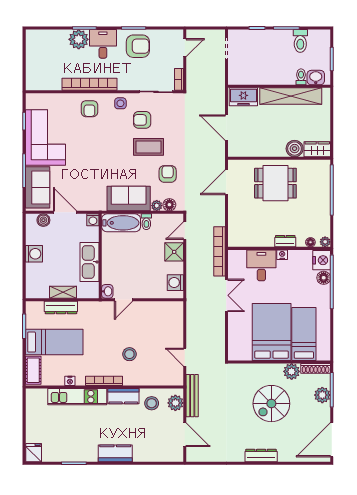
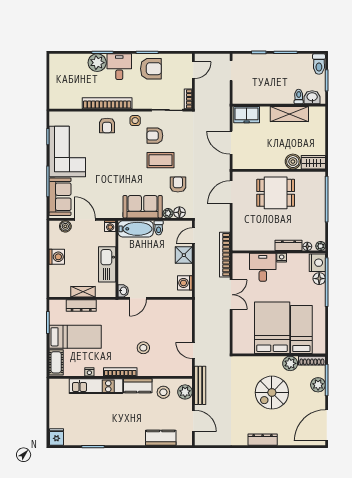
toilet: (300, 41) -> (319, 64), moved
shelving: (291, 96) -> (289, 114), width x0.68
dresser: (285, 241) -> (289, 245), width x1.44
kitchen counter: (115, 453) -> (161, 438), moved

